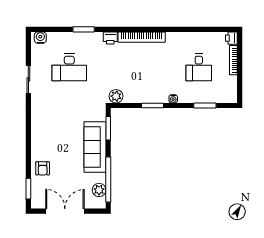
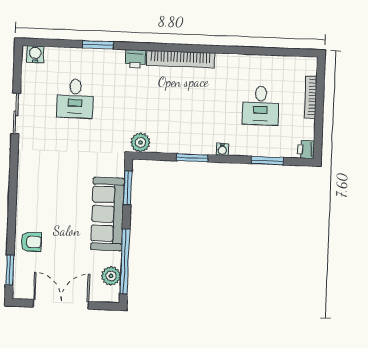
printer: (231, 38) -> (306, 149), moved
desk: (69, 67) -> (75, 99), width x0.73
armchair: (43, 168) -> (31, 242), turned -90

